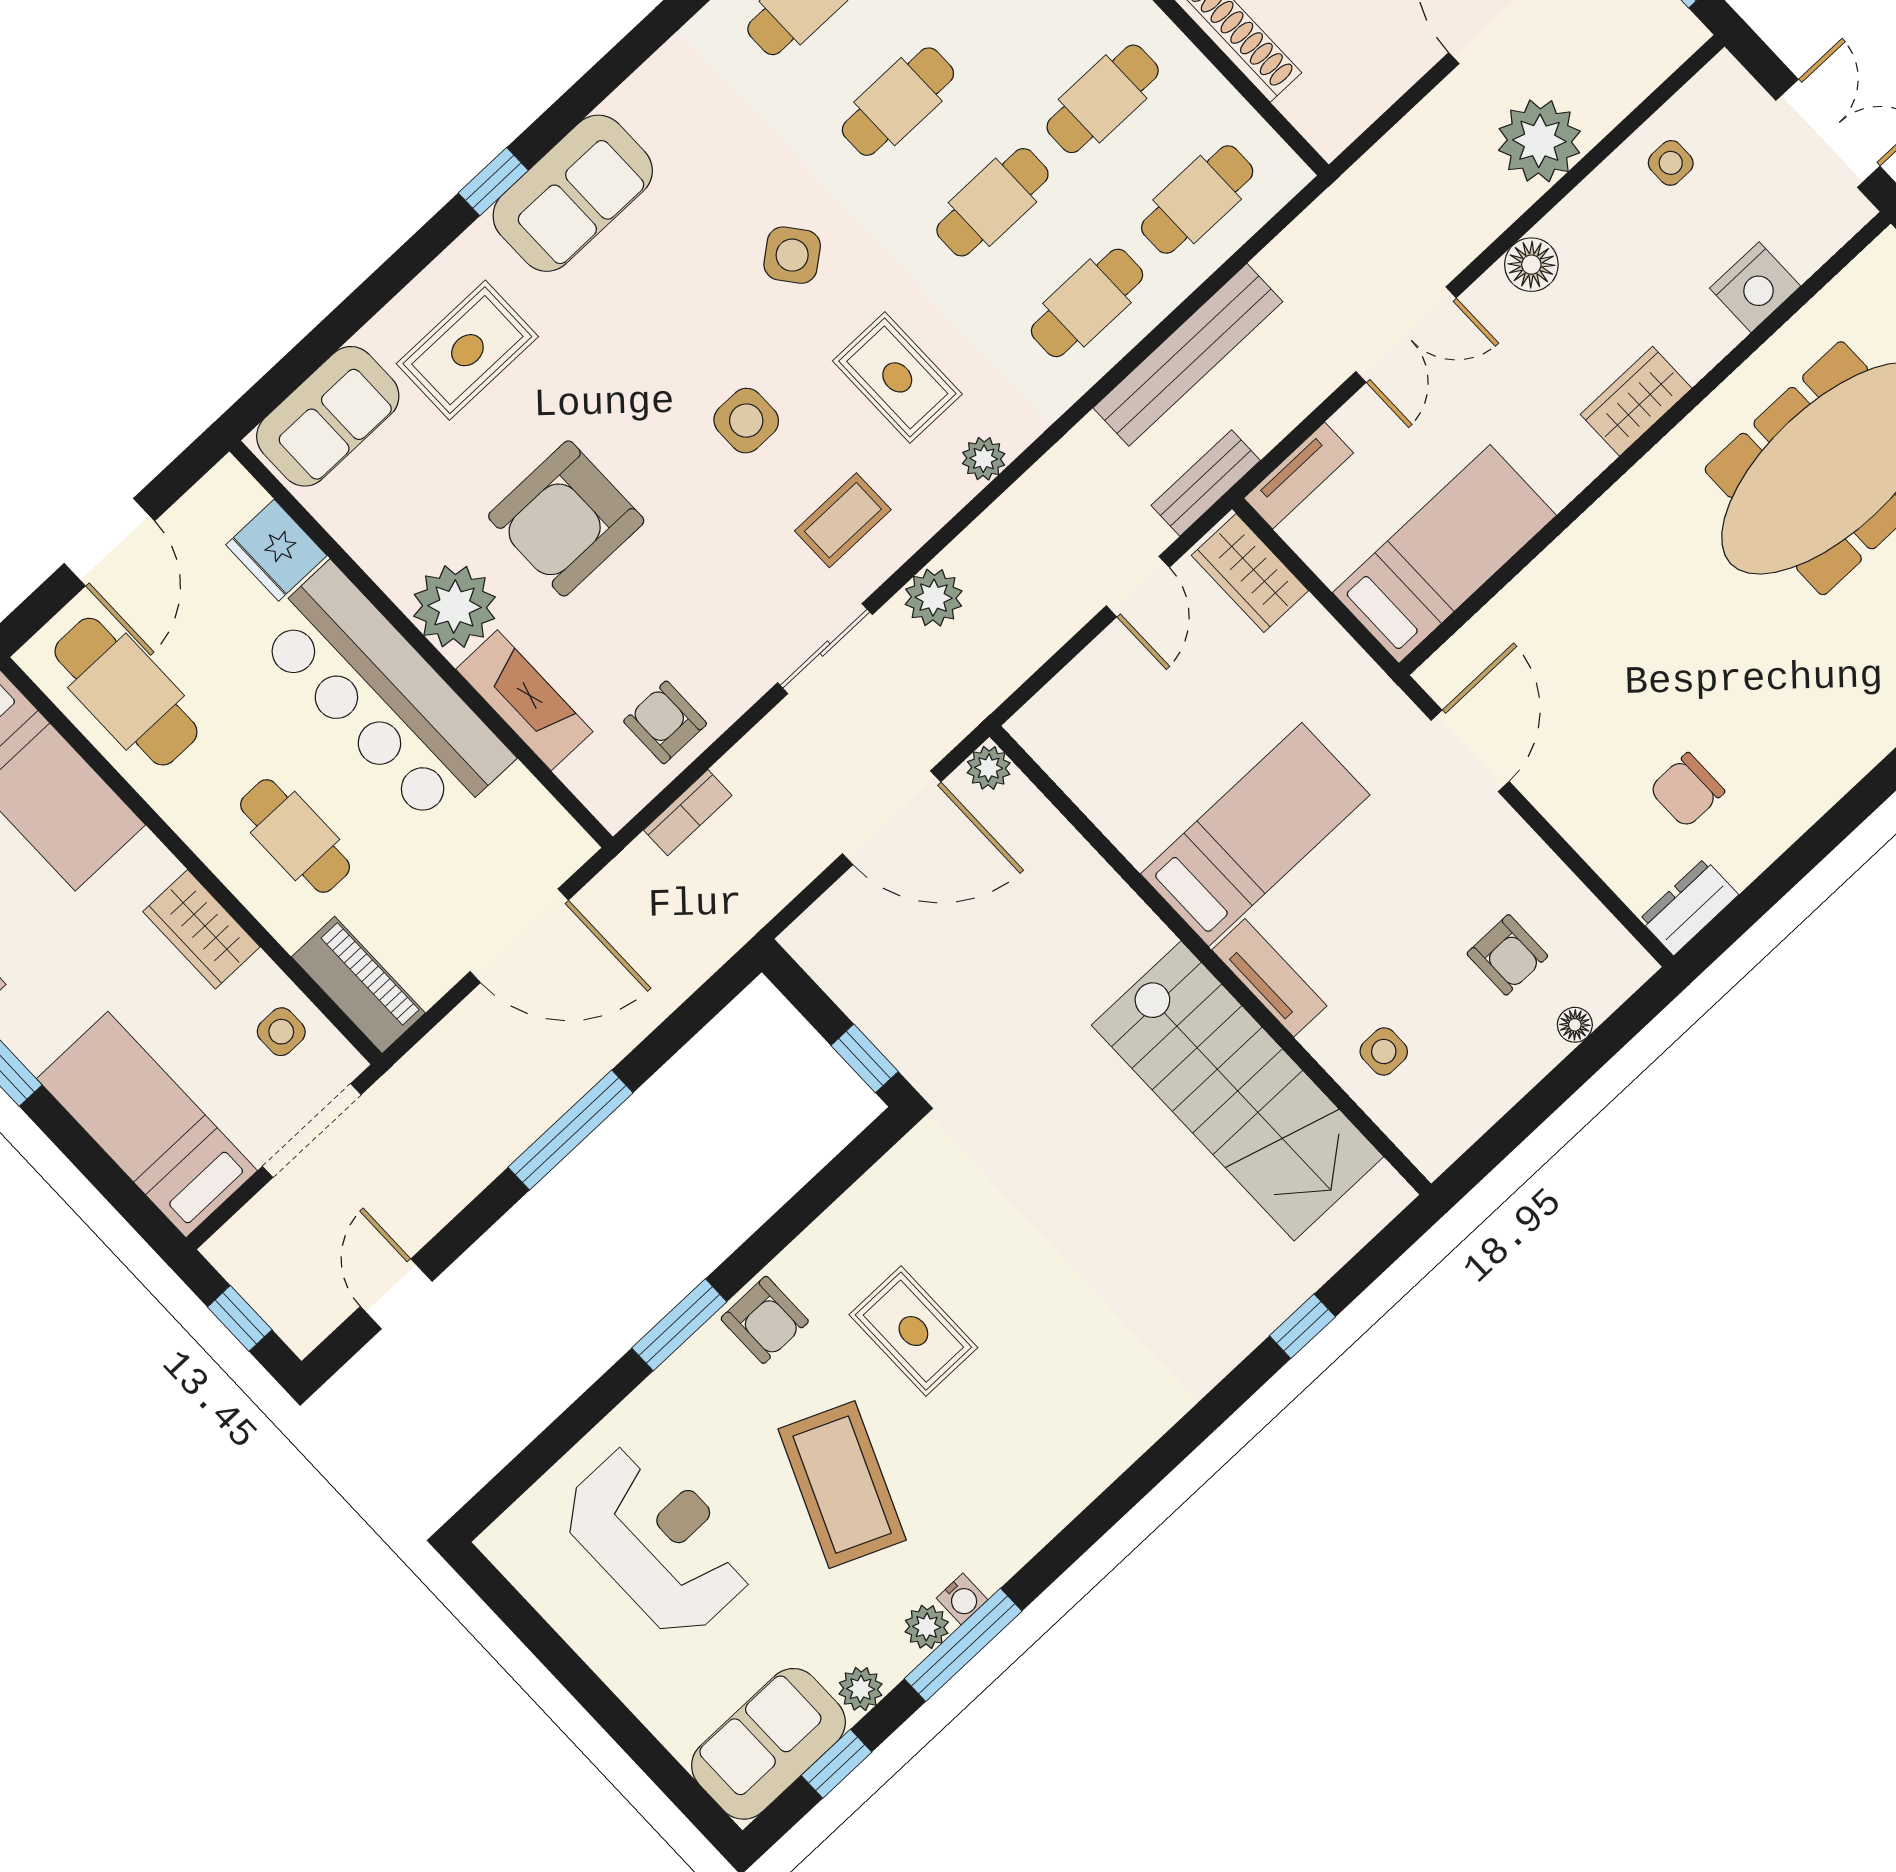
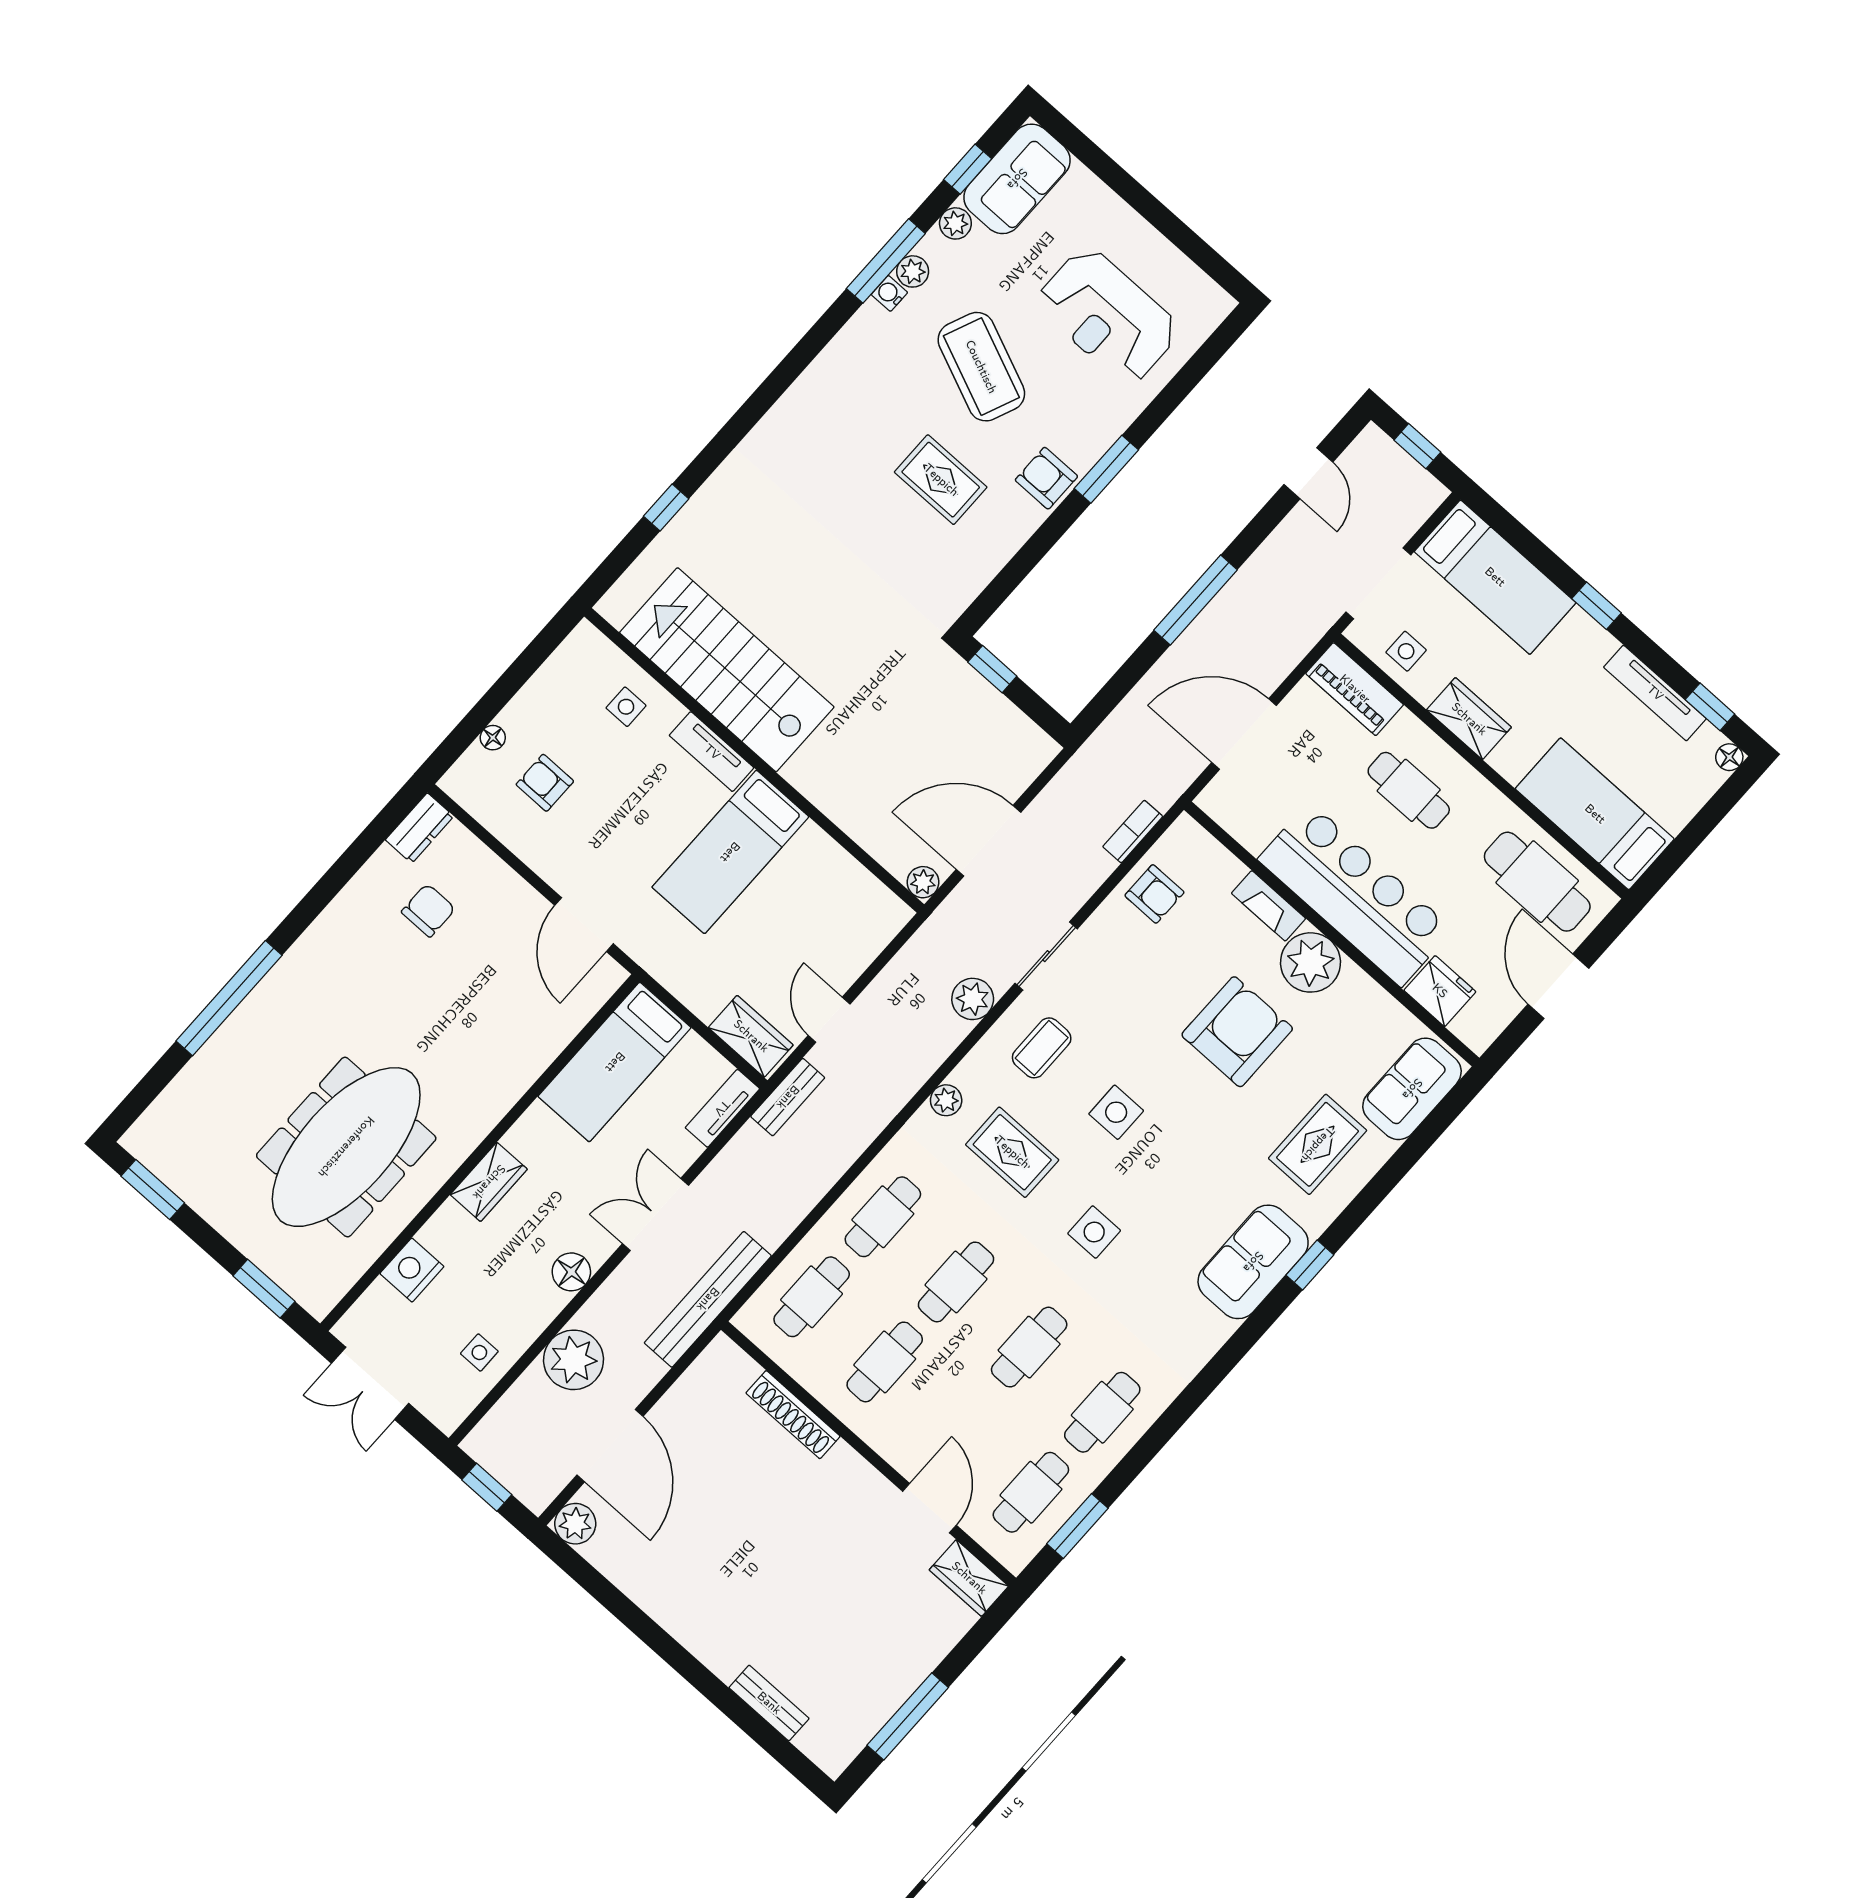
side table: (792, 255) -> (1094, 1232), turned 38
bench: (1188, 355) -> (708, 1299), moved
fireplace: (524, 700) -> (1269, 906), width x0.73, depth x0.76

